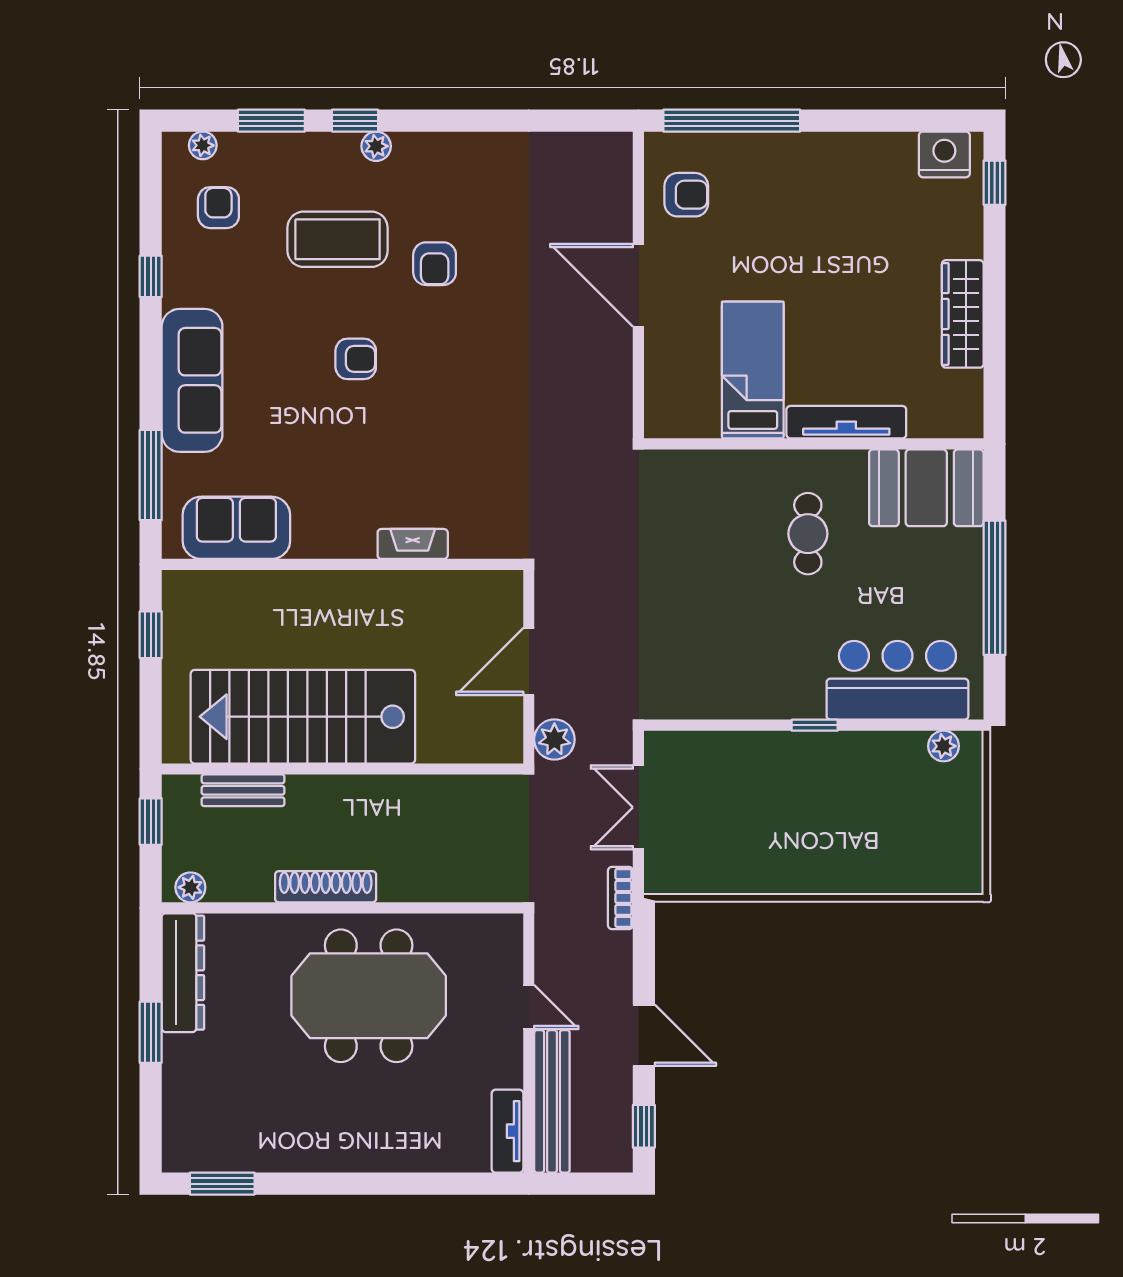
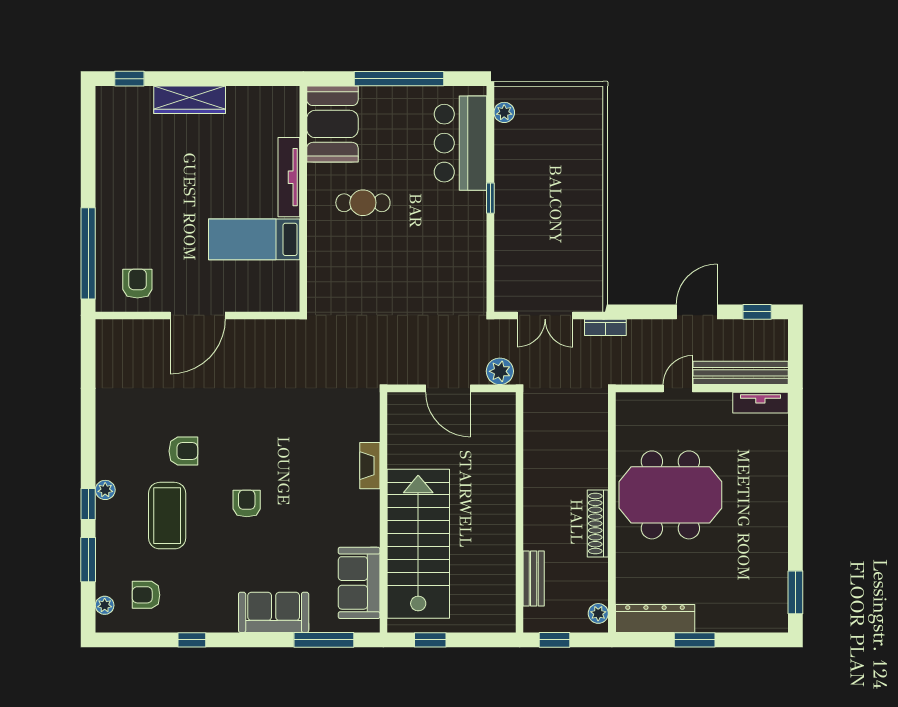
nightstand: (944, 154) -> (111, 112), removed
wardrobe: (963, 314) -> (190, 100), moved
sofa: (192, 380) -> (274, 612), width x0.73
stairs: (303, 717) -> (418, 544), moved, turned 180
meeting table: (369, 996) -> (670, 495), turned 90

